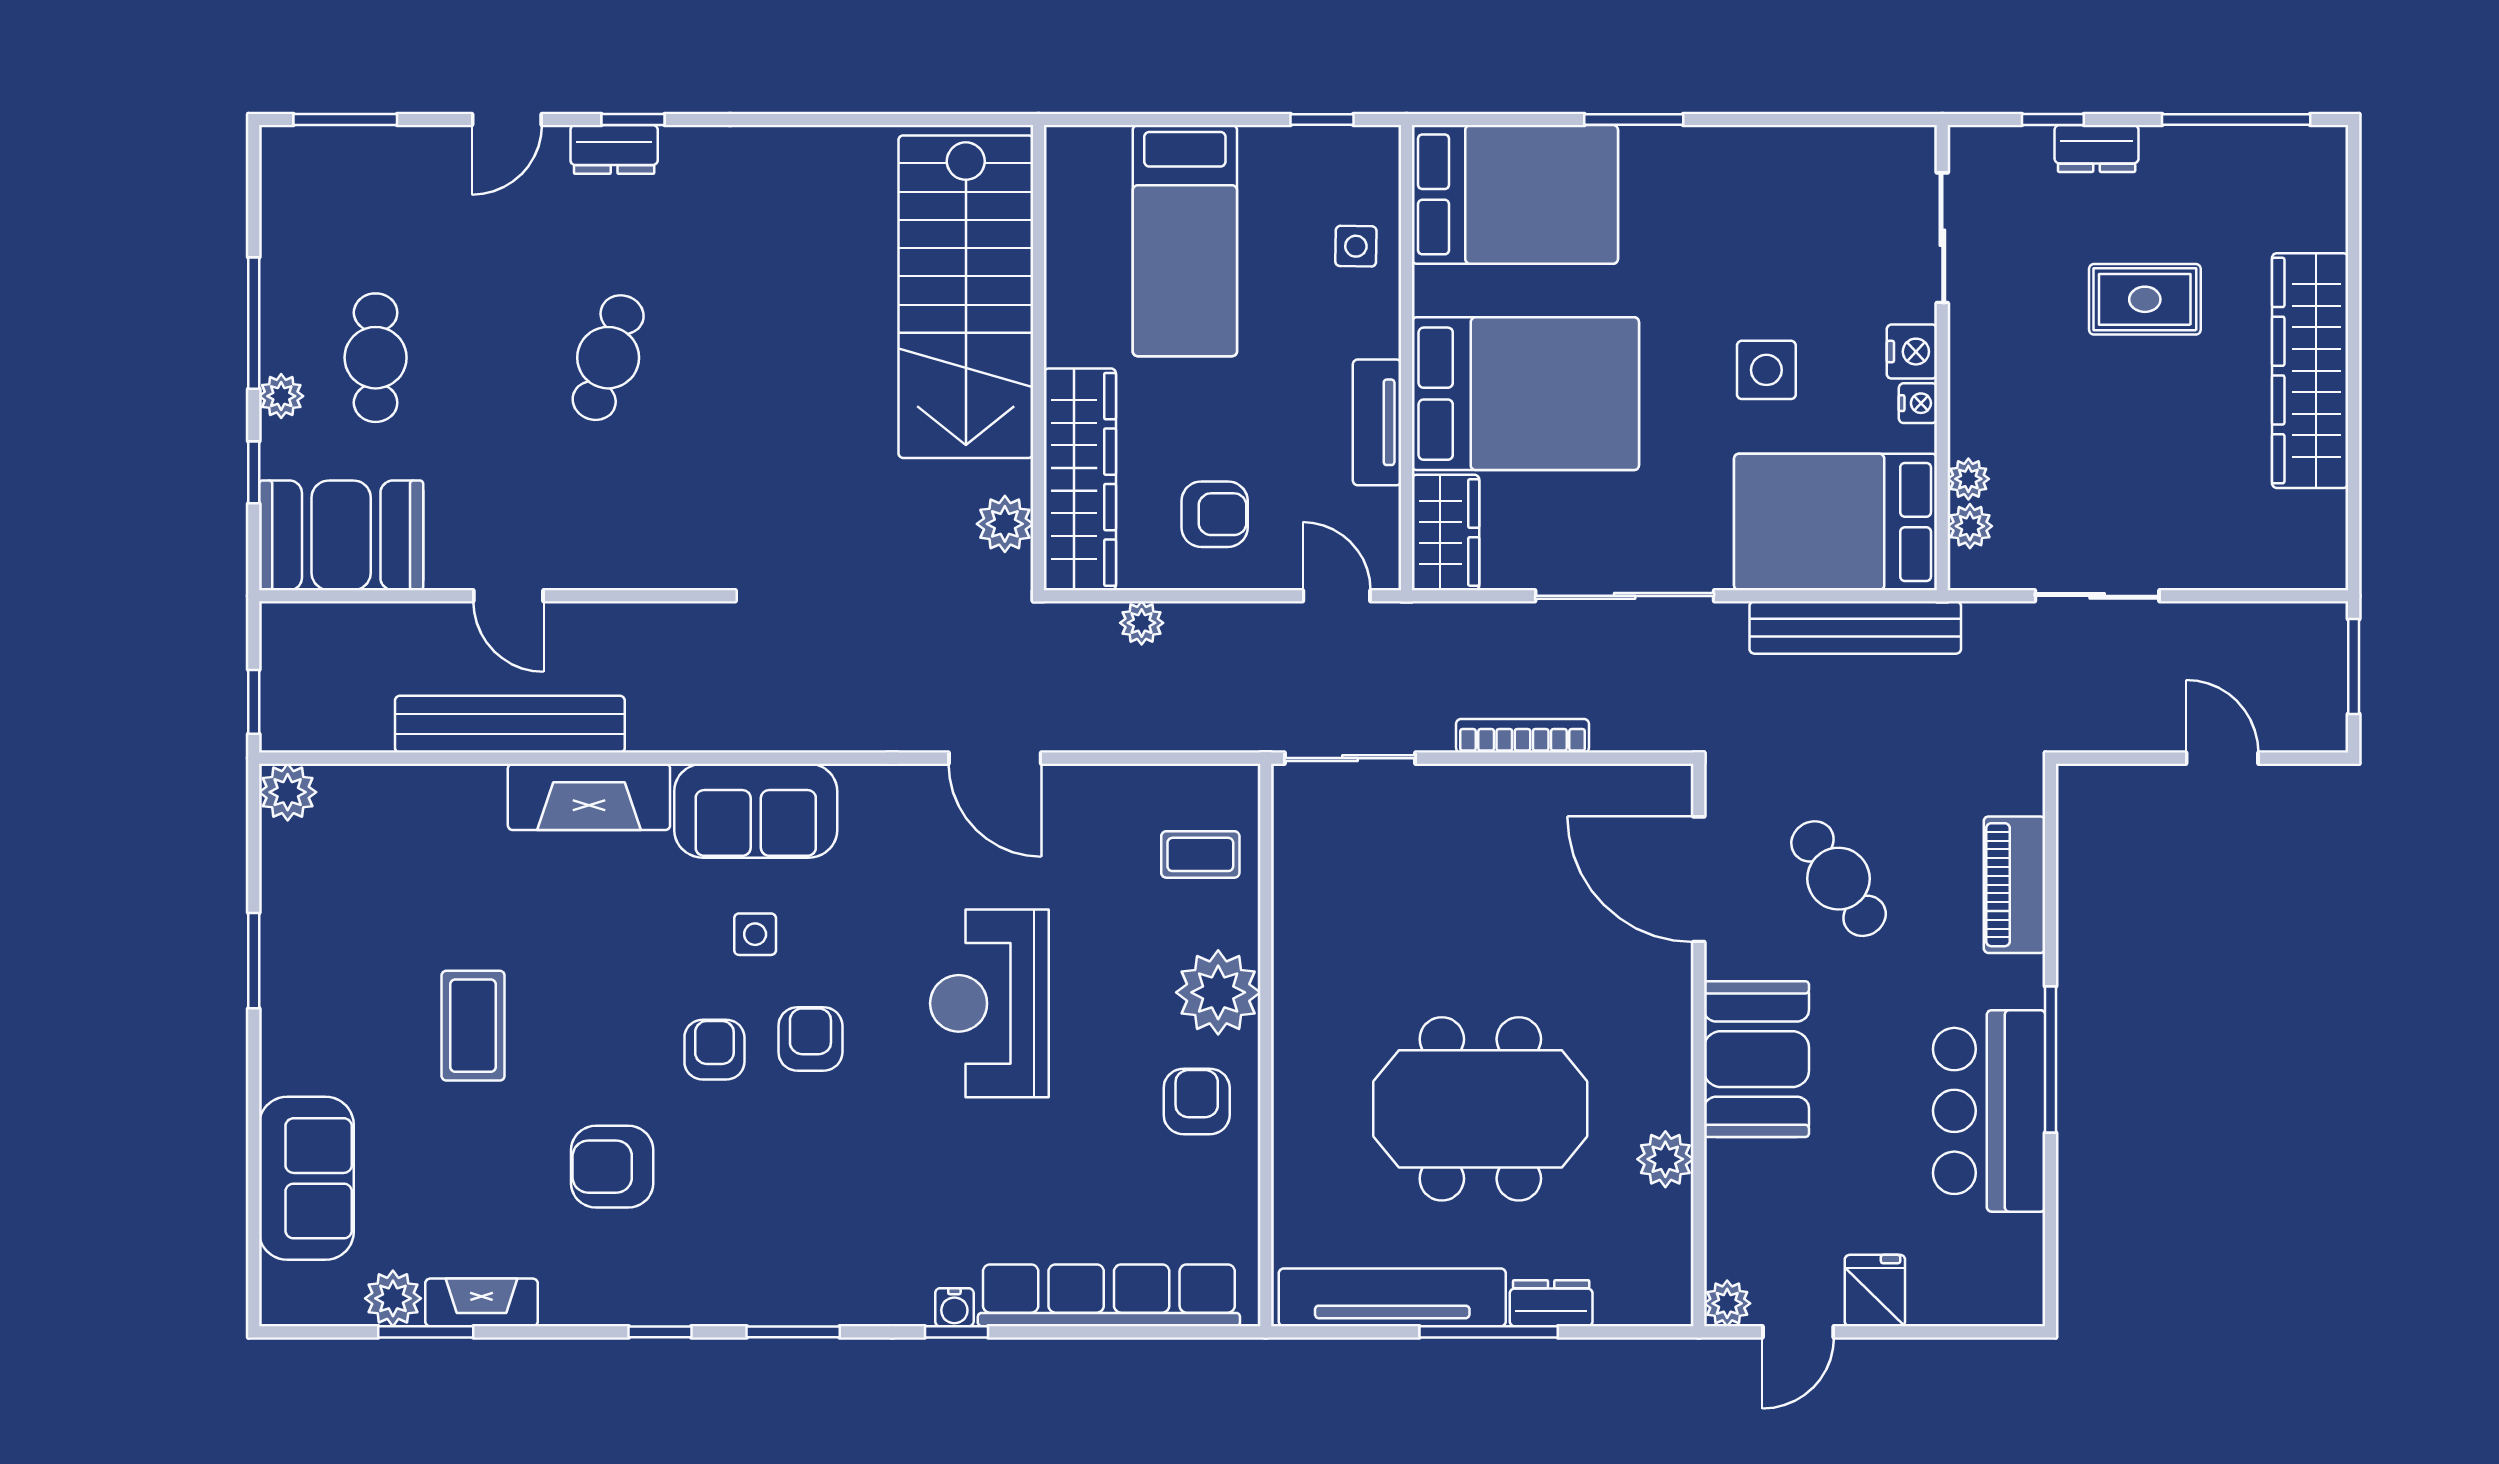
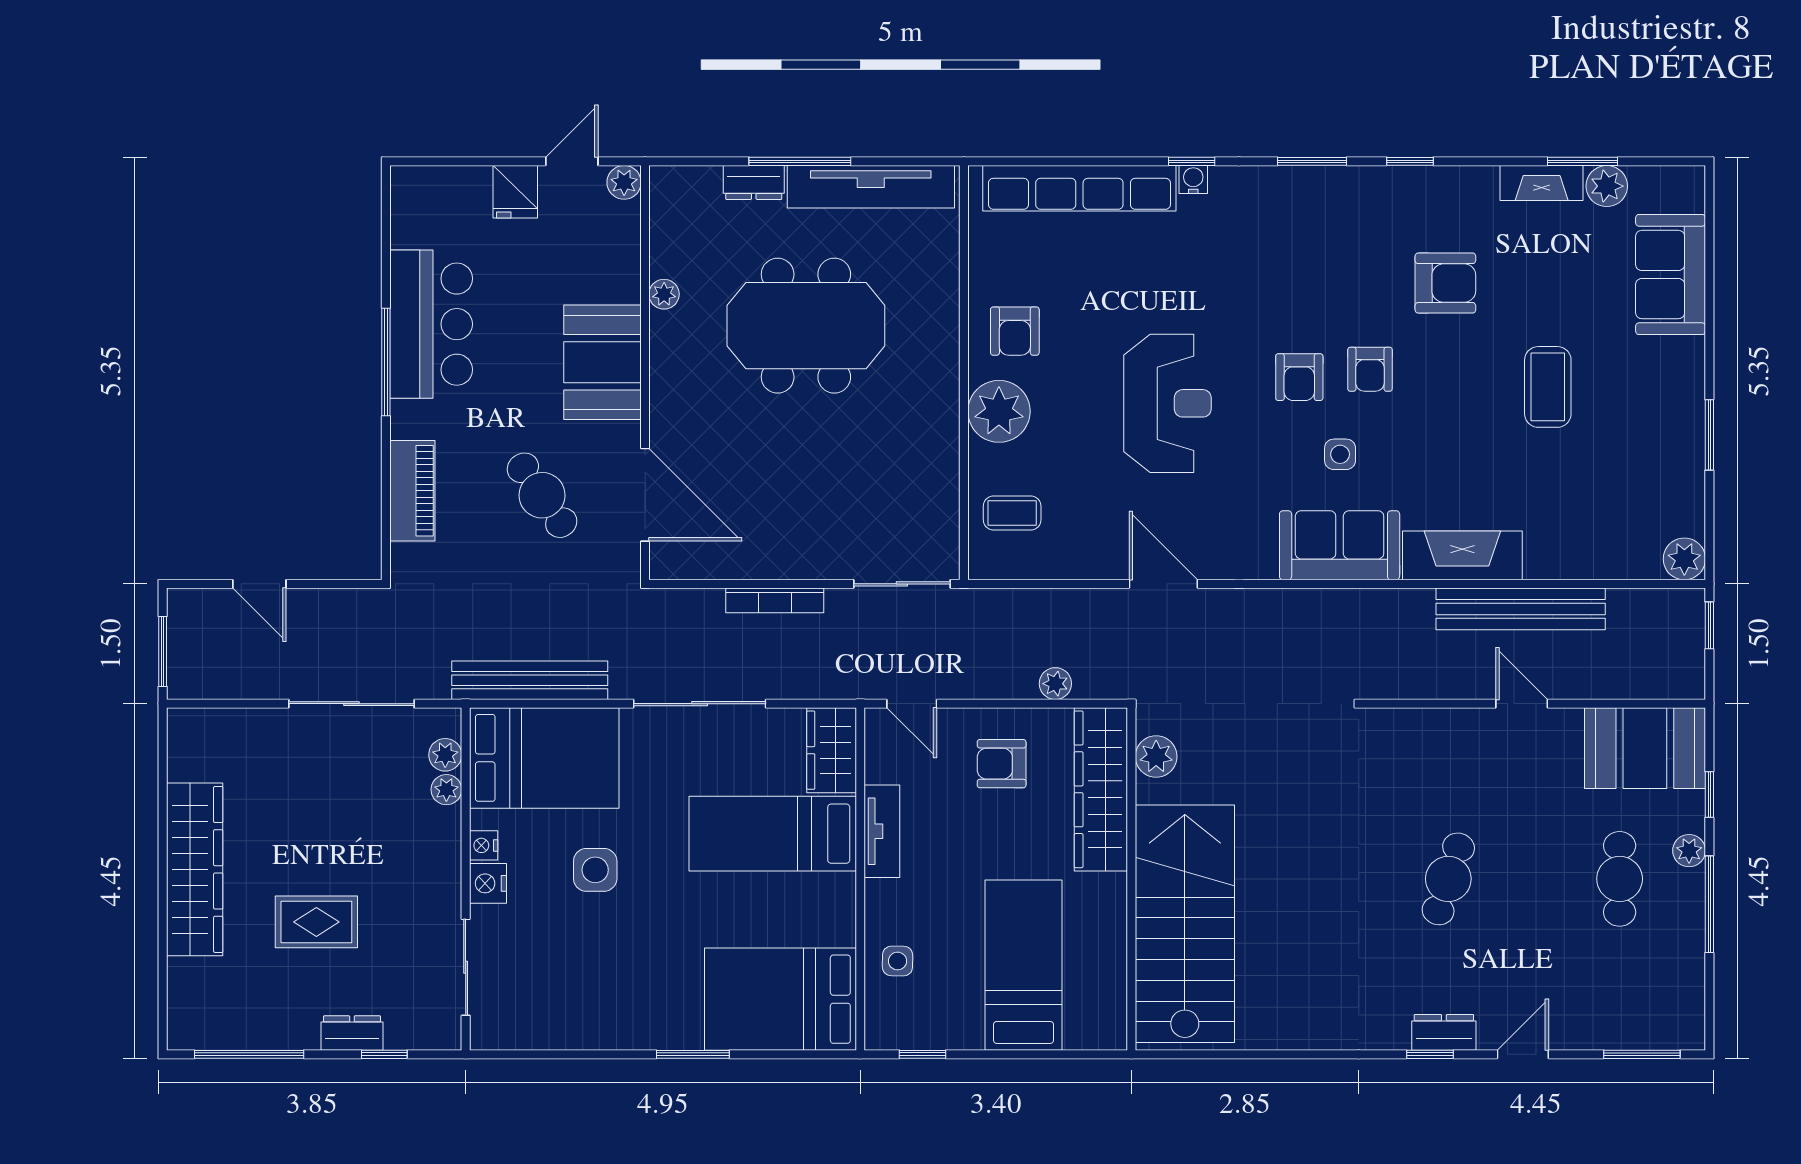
bed: (1525, 394) -> (773, 834), width x0.67
sliding door: (2097, 596) -> (352, 704), width x1.37
plant: (1665, 1159) -> (664, 294), width x0.73, depth x0.73

